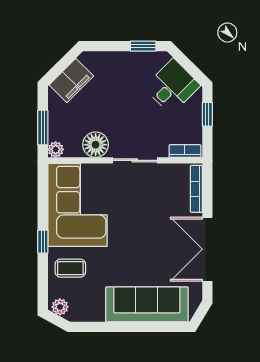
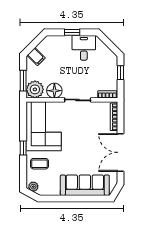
window: (143, 46) -> (72, 32), moved
filing cabinet: (71, 81) -> (36, 57), width x0.50
desk: (172, 86) -> (84, 48), moved, turned -45
plant: (56, 149) -> (35, 89), width x1.87, depth x1.87

